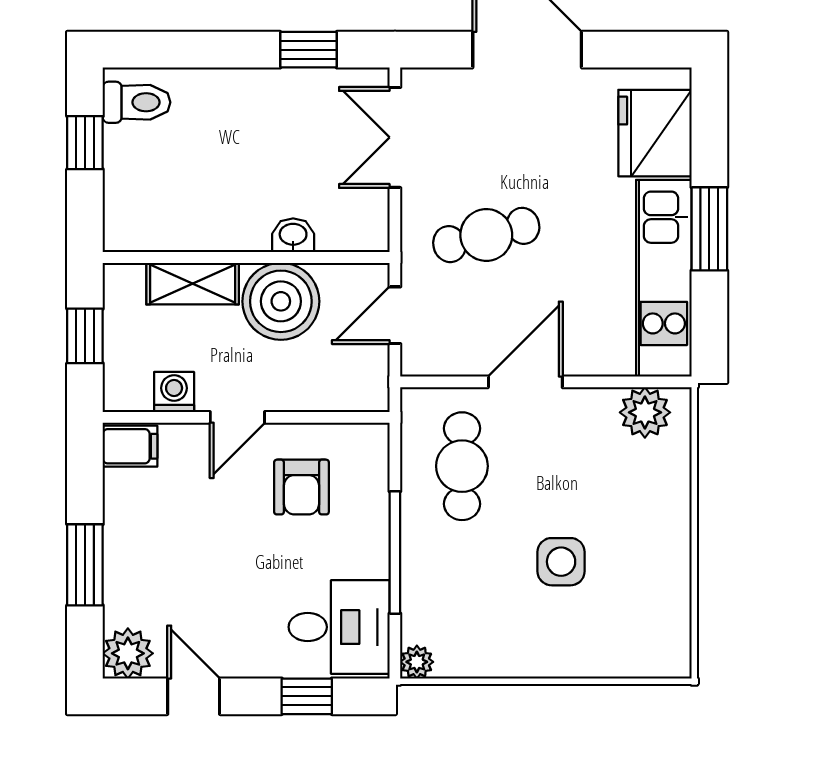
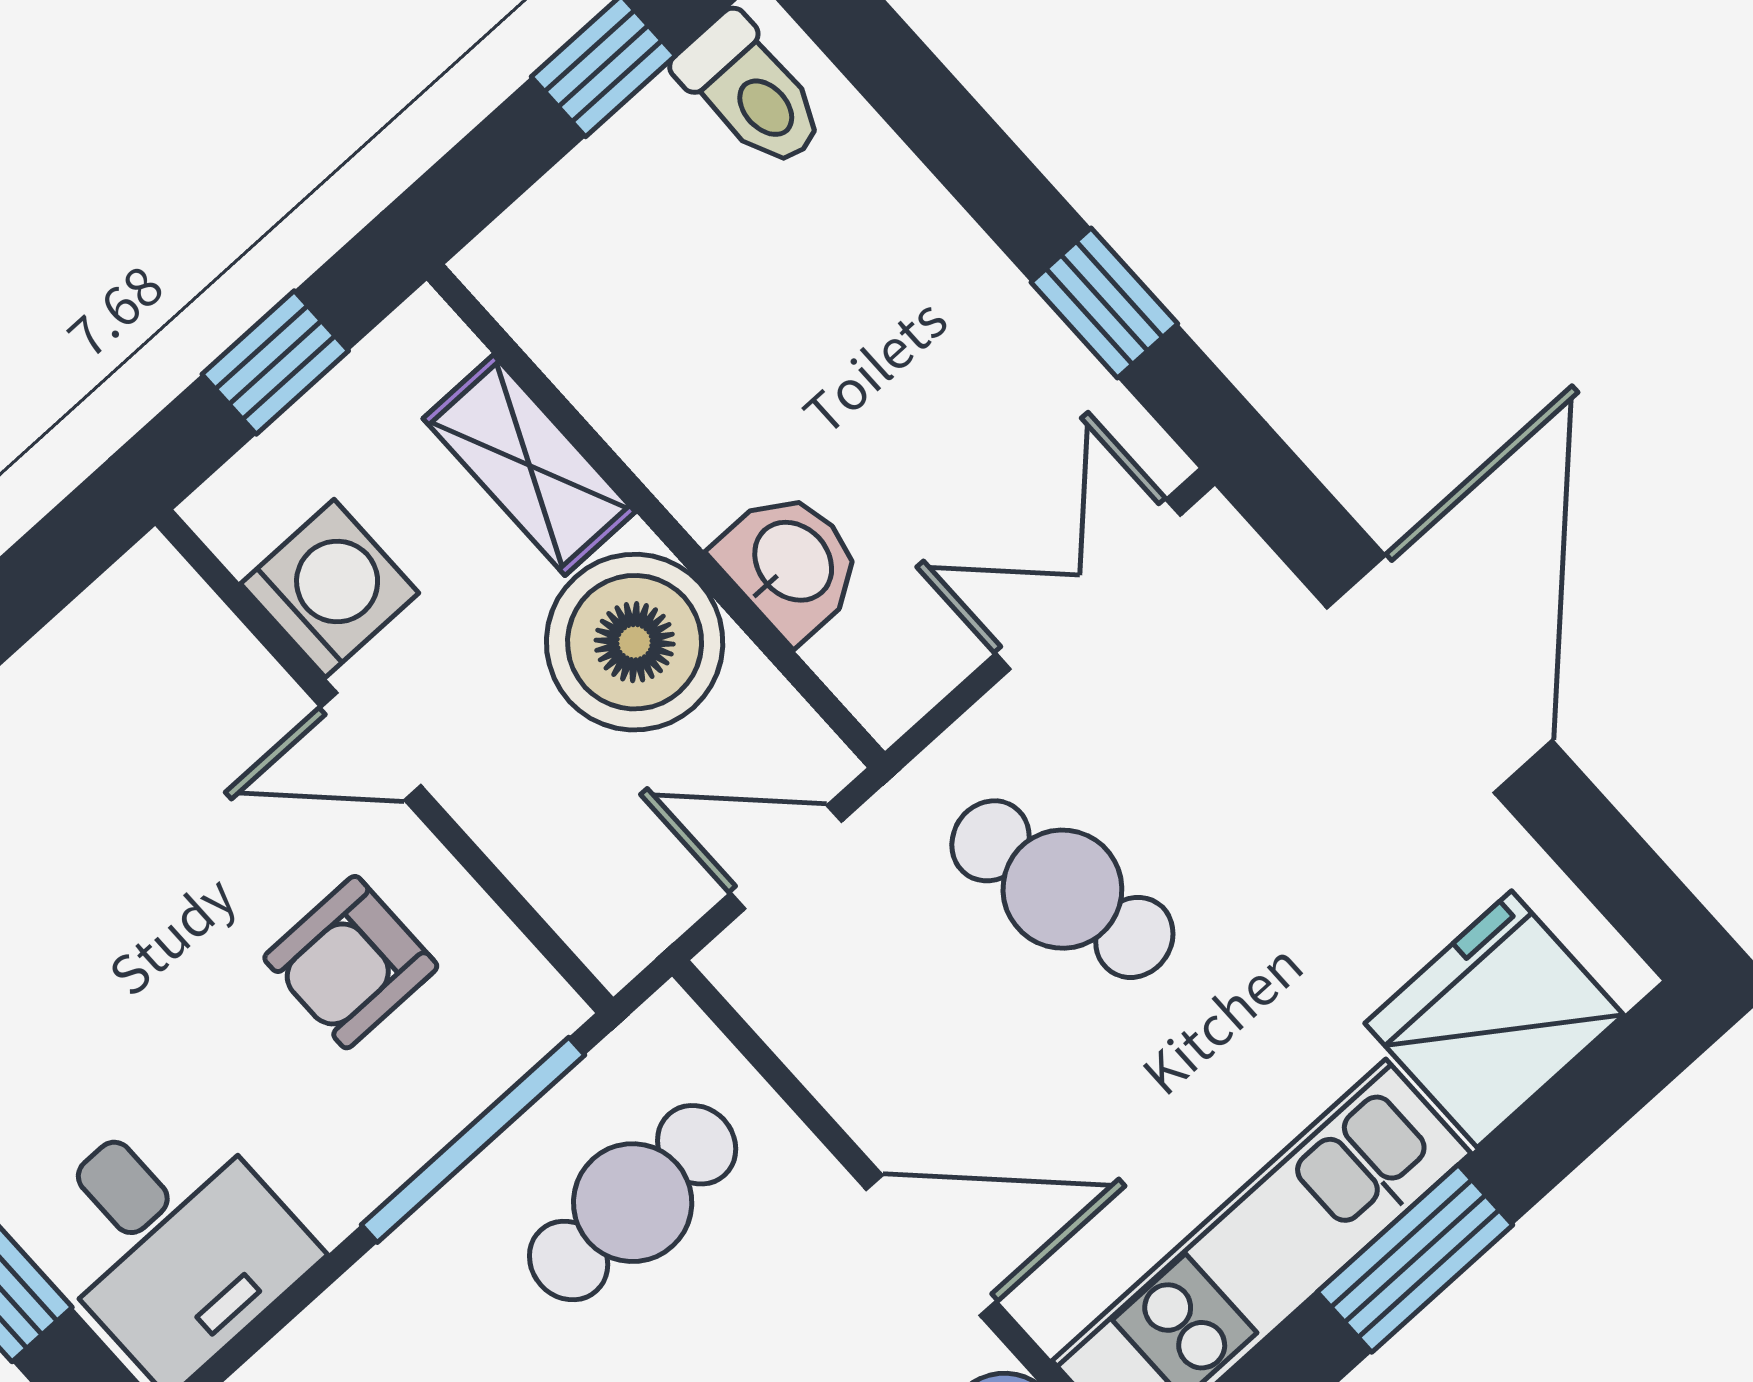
washbasin: (293, 235) -> (791, 564), width x1.38, depth x1.45
door: (525, 382) -> (931, 1245), moved
washing machine: (174, 392) -> (330, 588), width x1.38, depth x1.38
filing cabinet: (130, 446) -> (157, 608), removed
window: (395, 552) -> (473, 1140), moved

